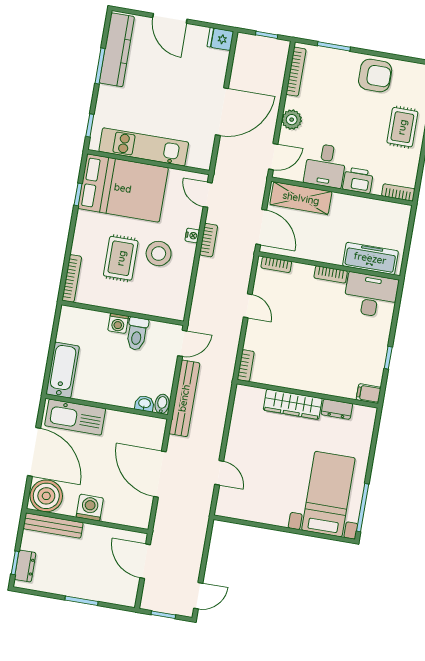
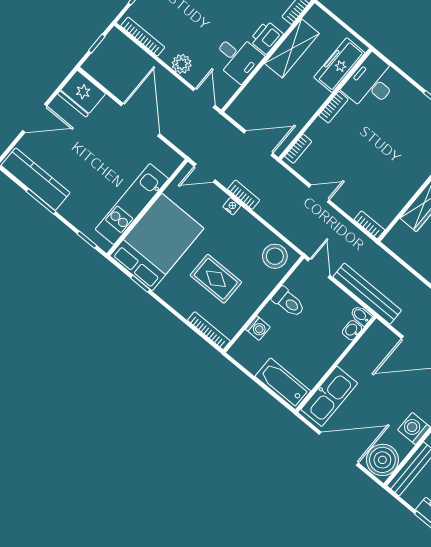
fridge: (220, 39) -> (82, 94), width x1.88, depth x1.34
shelving: (301, 198) -> (292, 48), moved
stool: (159, 254) -> (275, 256), moved
washing machine: (118, 323) -> (258, 328), moved

